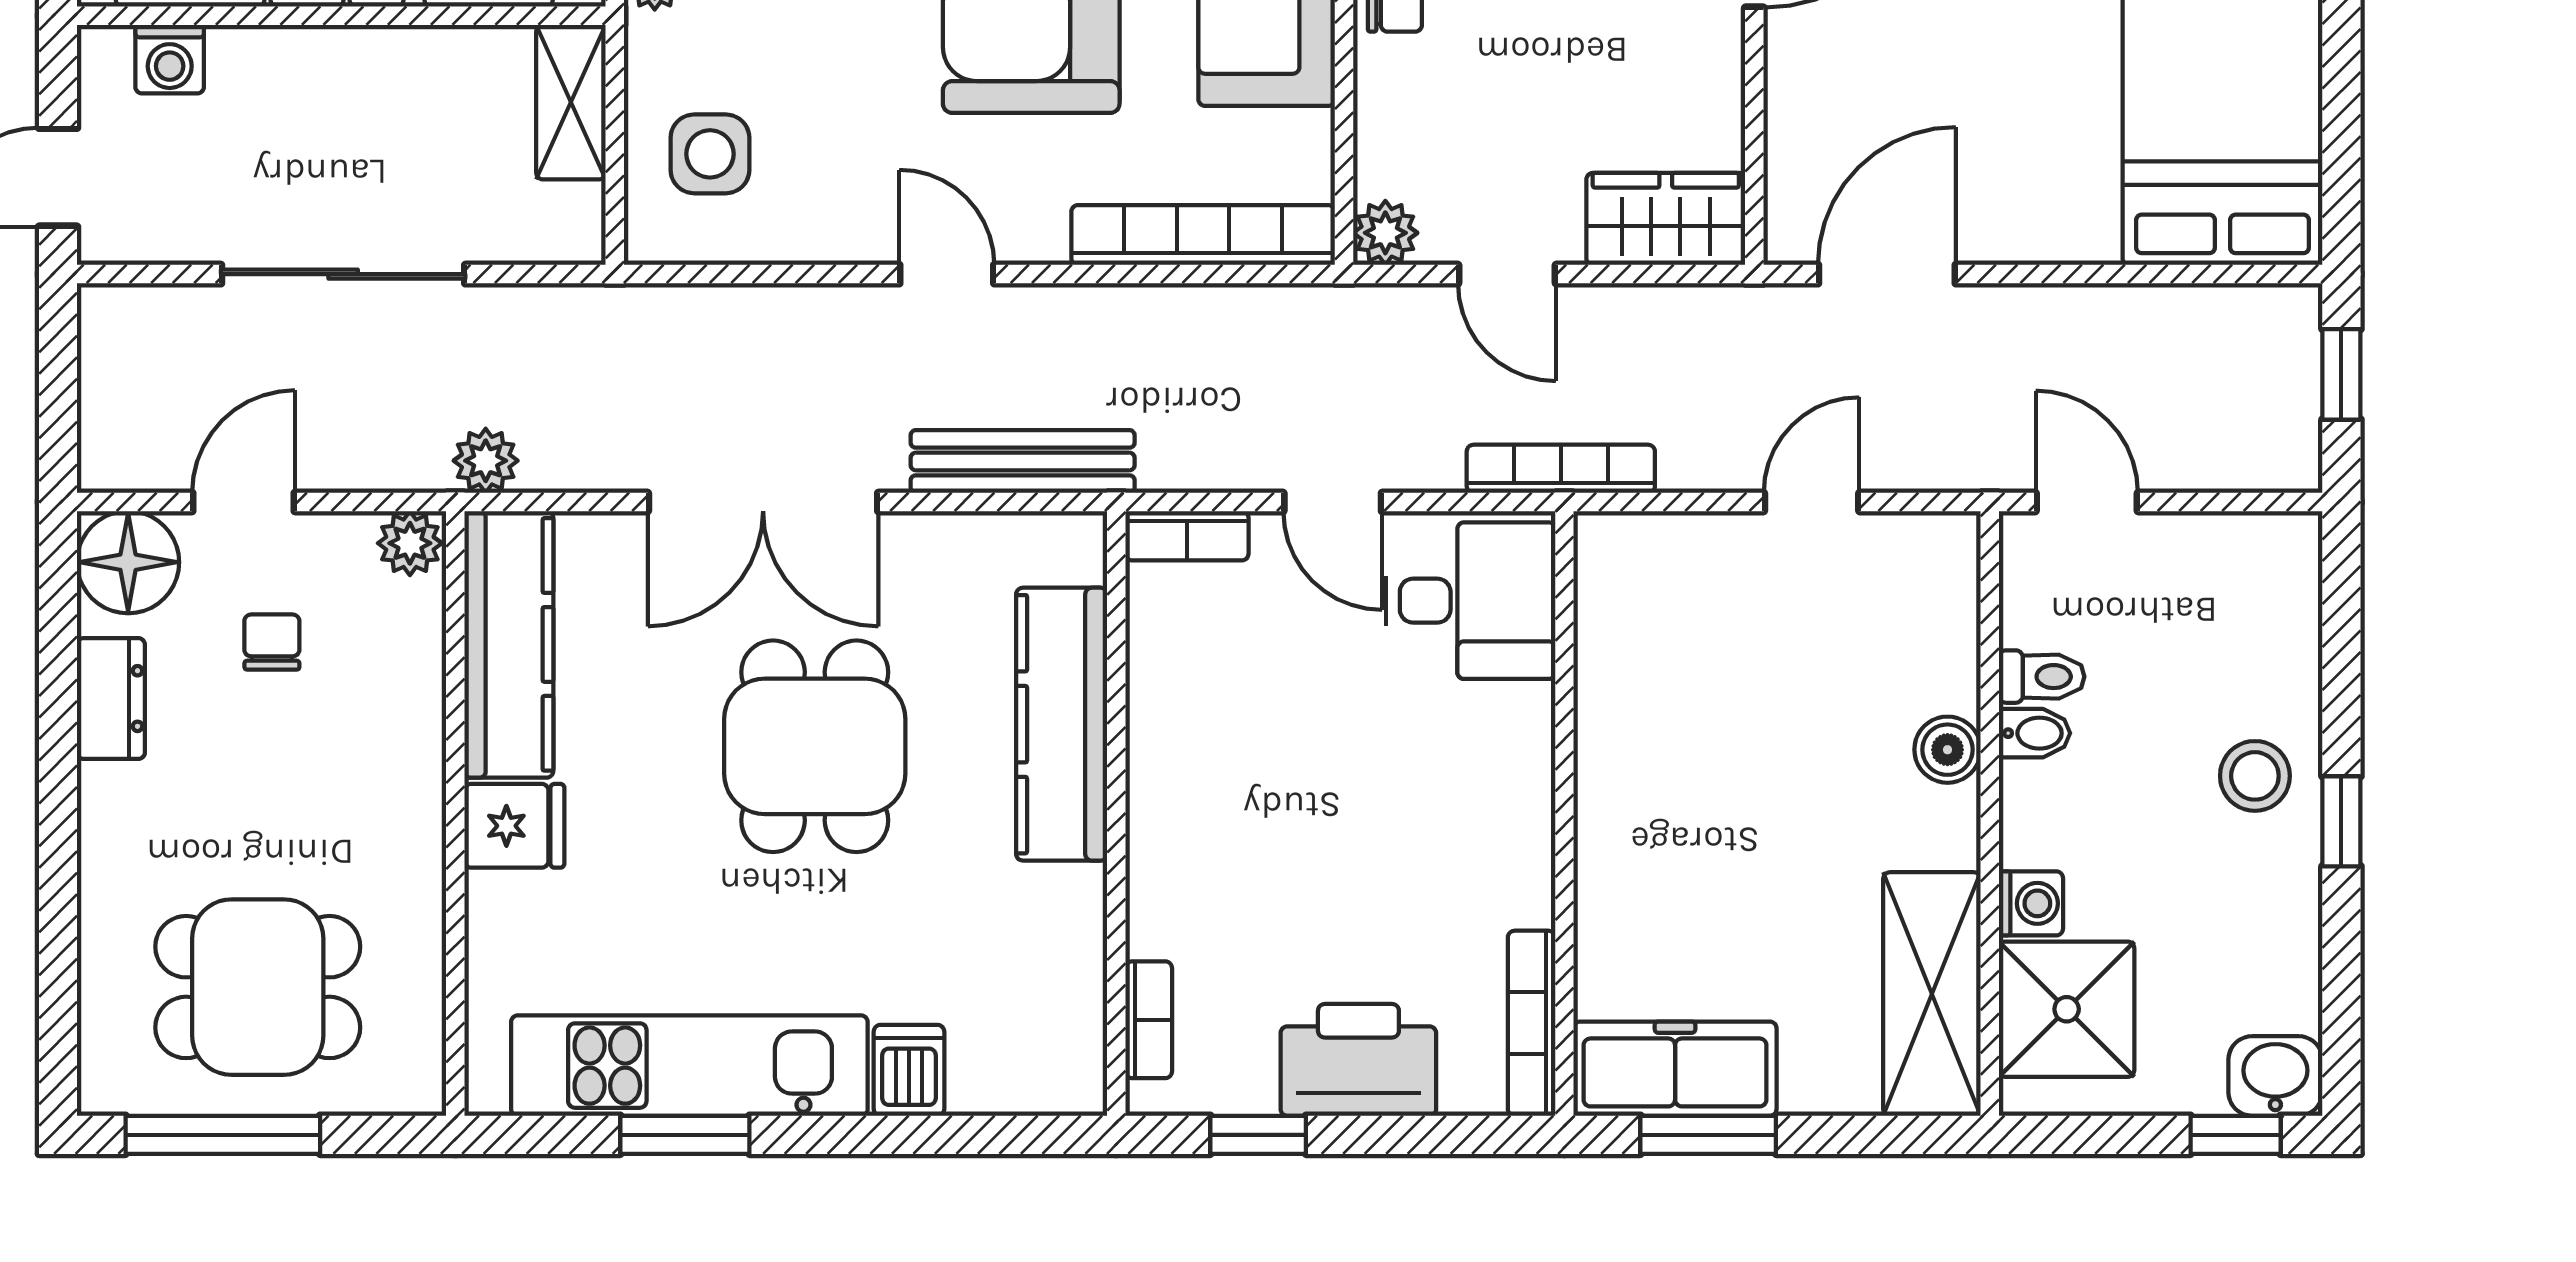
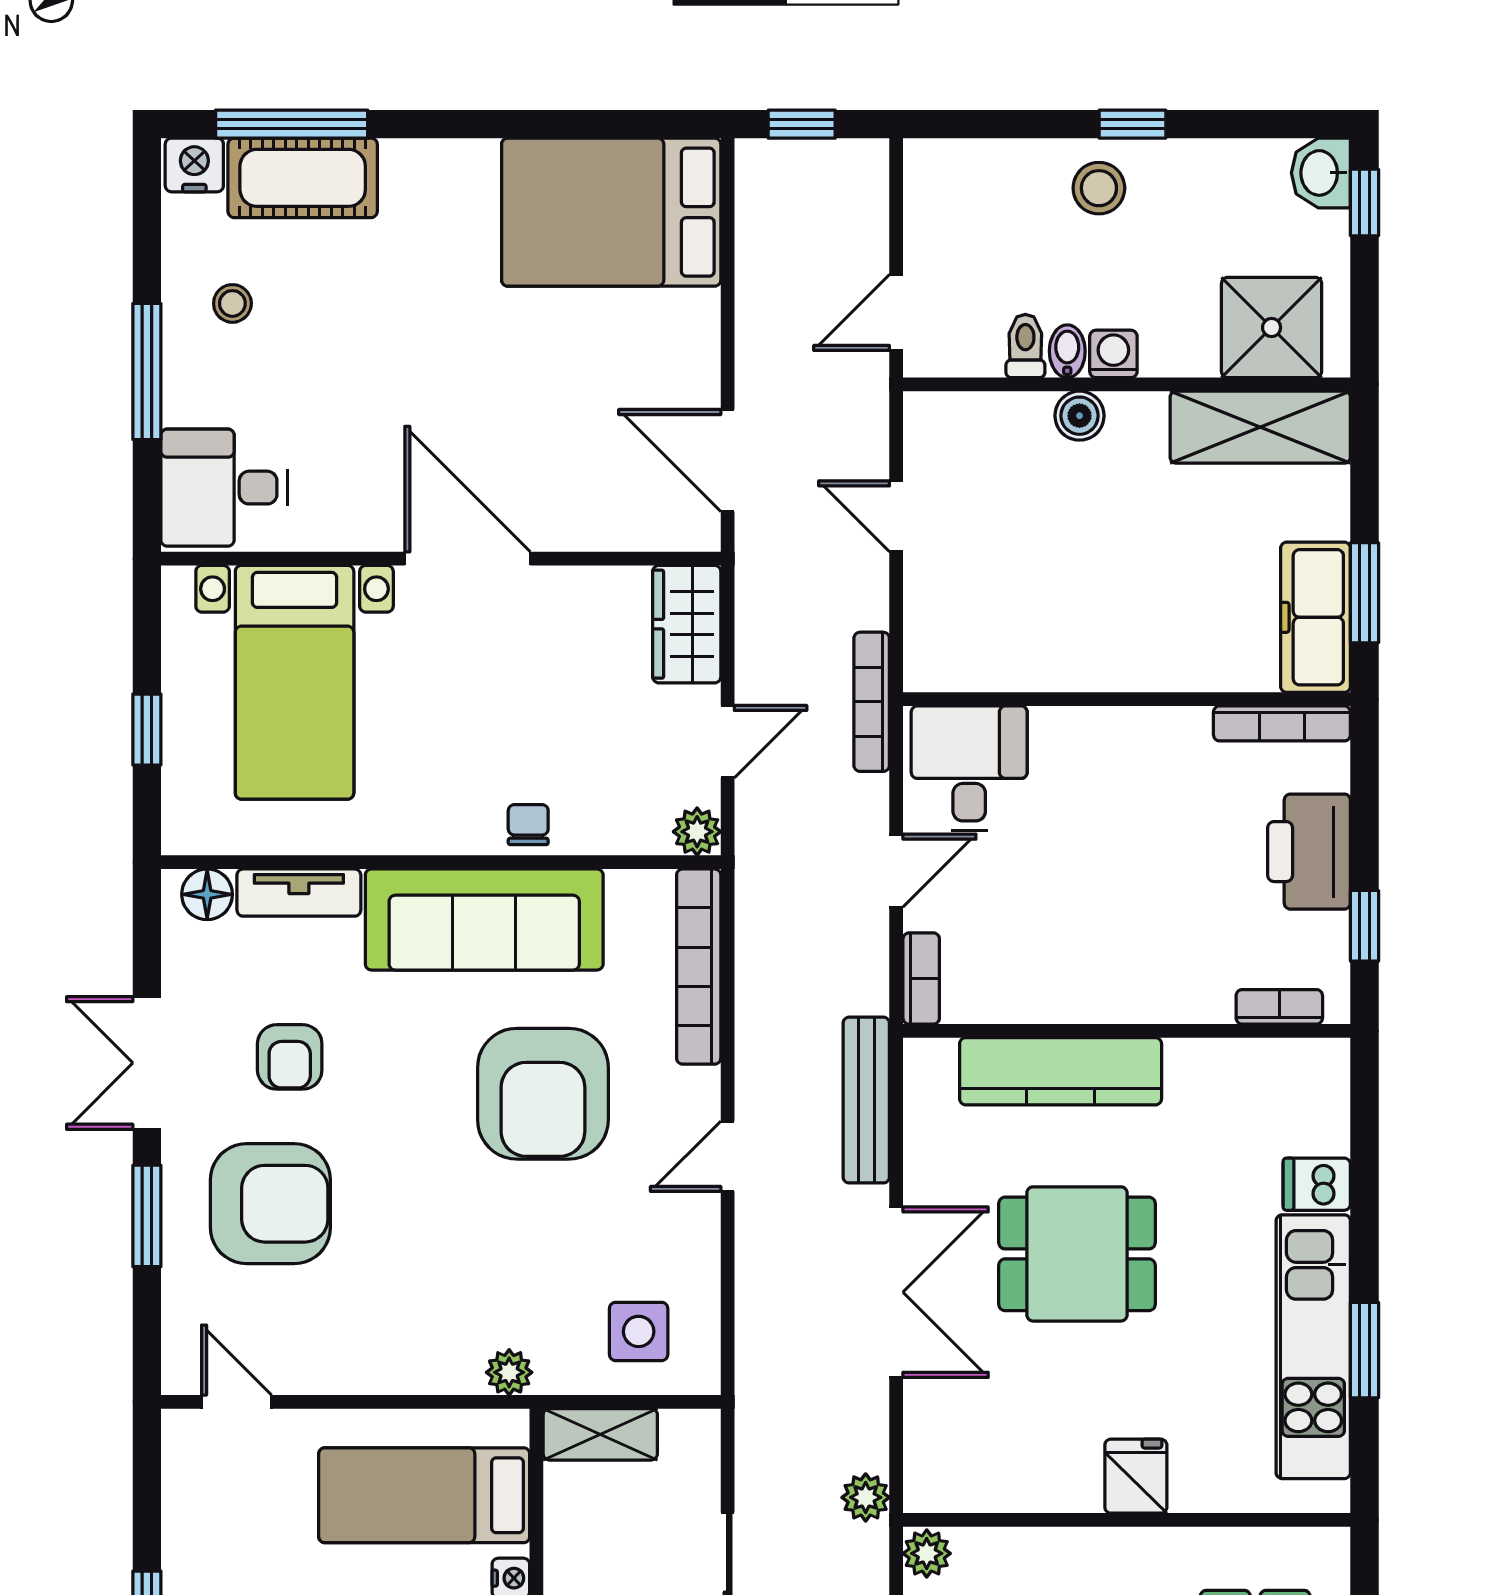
kitchen counter: (509, 644) -> (1002, 1480), removed
washing machine: (2031, 903) -> (1113, 354), moved

